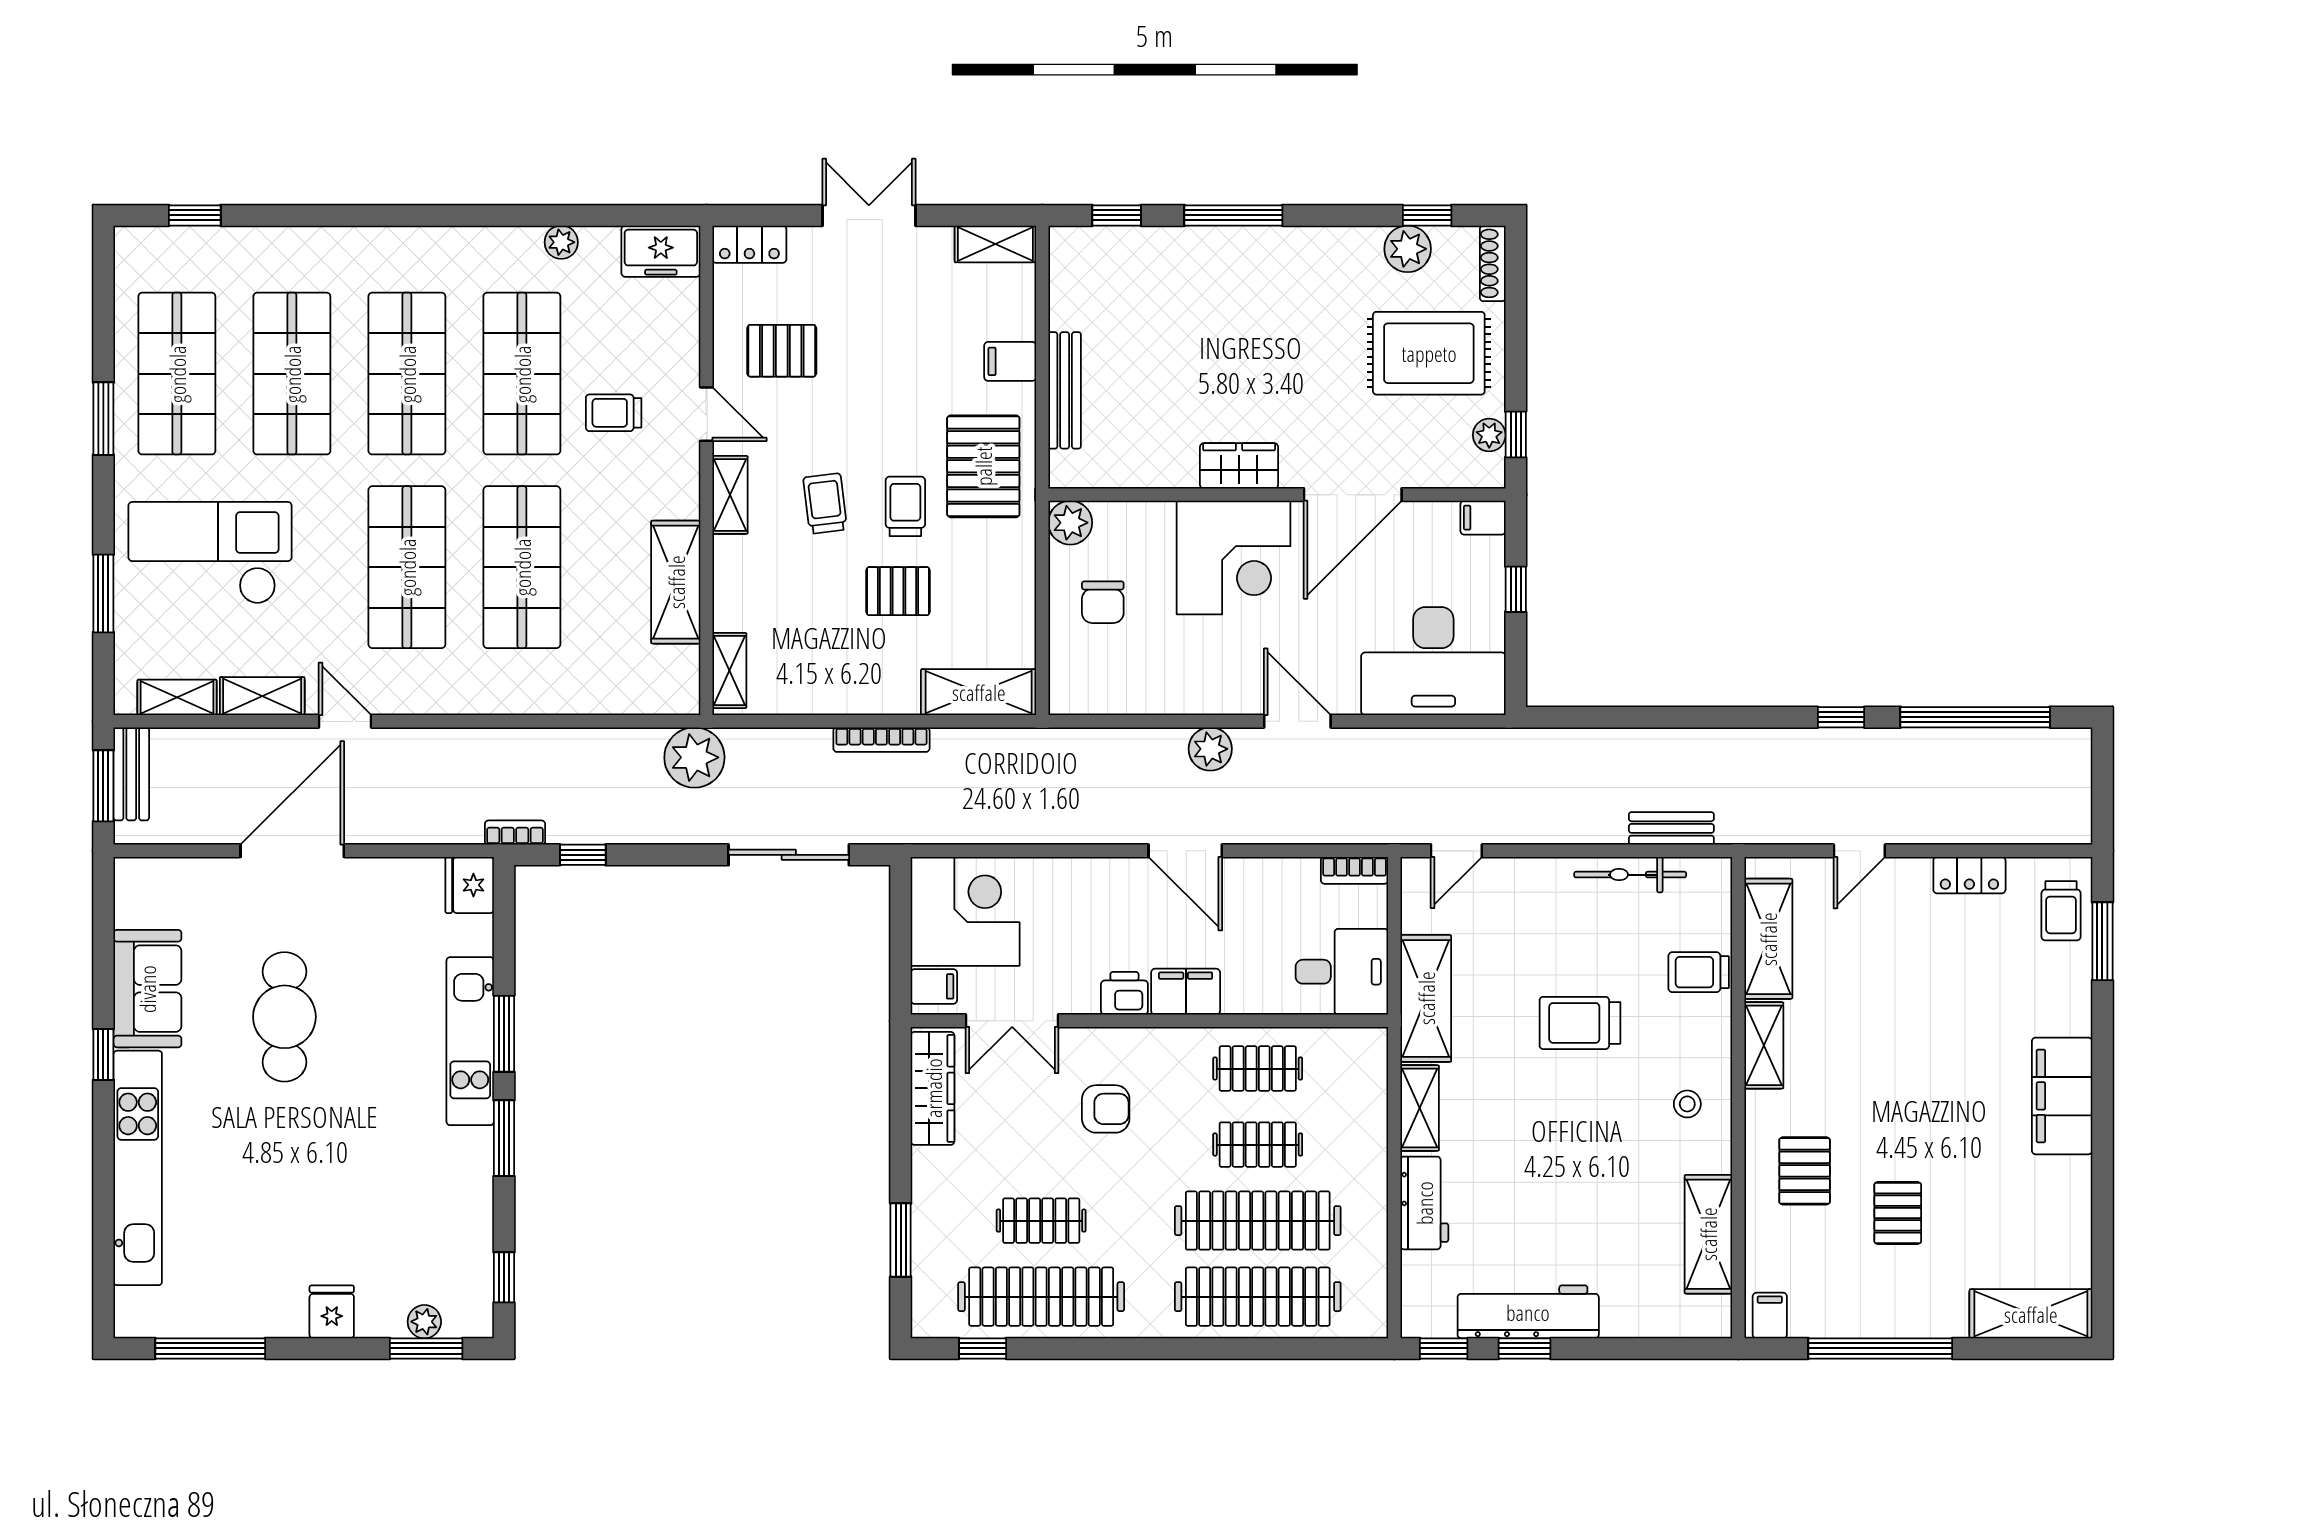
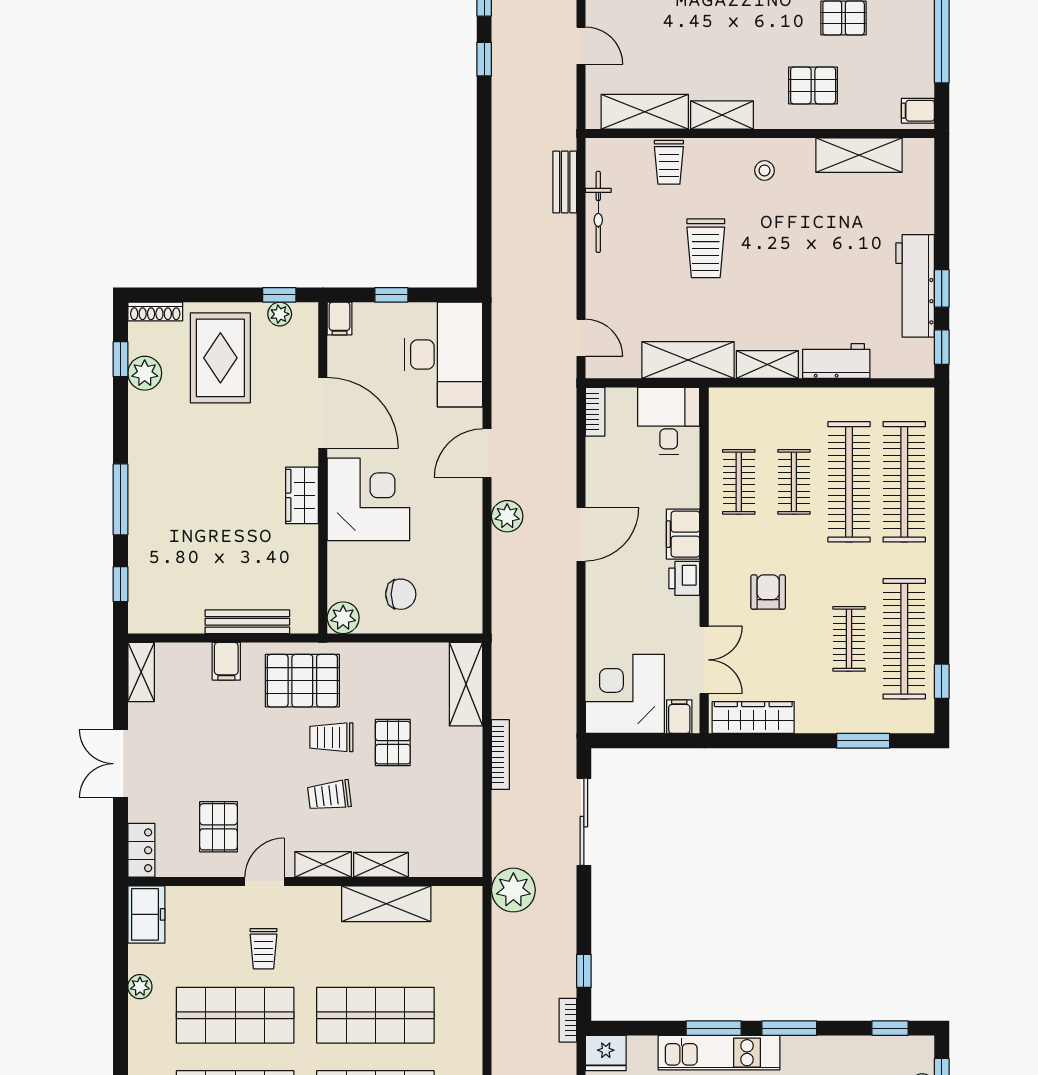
shelving: (729, 670) -> (381, 865), moved

